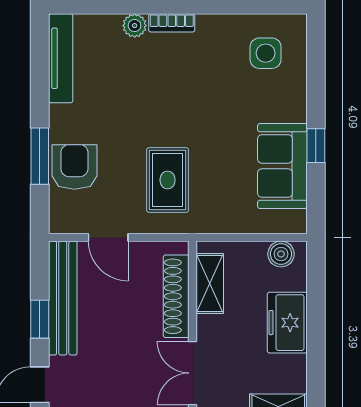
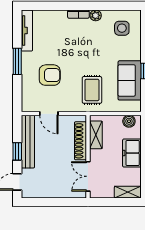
plant: (135, 26) -> (96, 15), moved
window: (40, 156) -> (17, 61), moved
armchair: (74, 167) -> (50, 75), moved, turned 90
rug: (168, 180) -> (92, 90), moved

